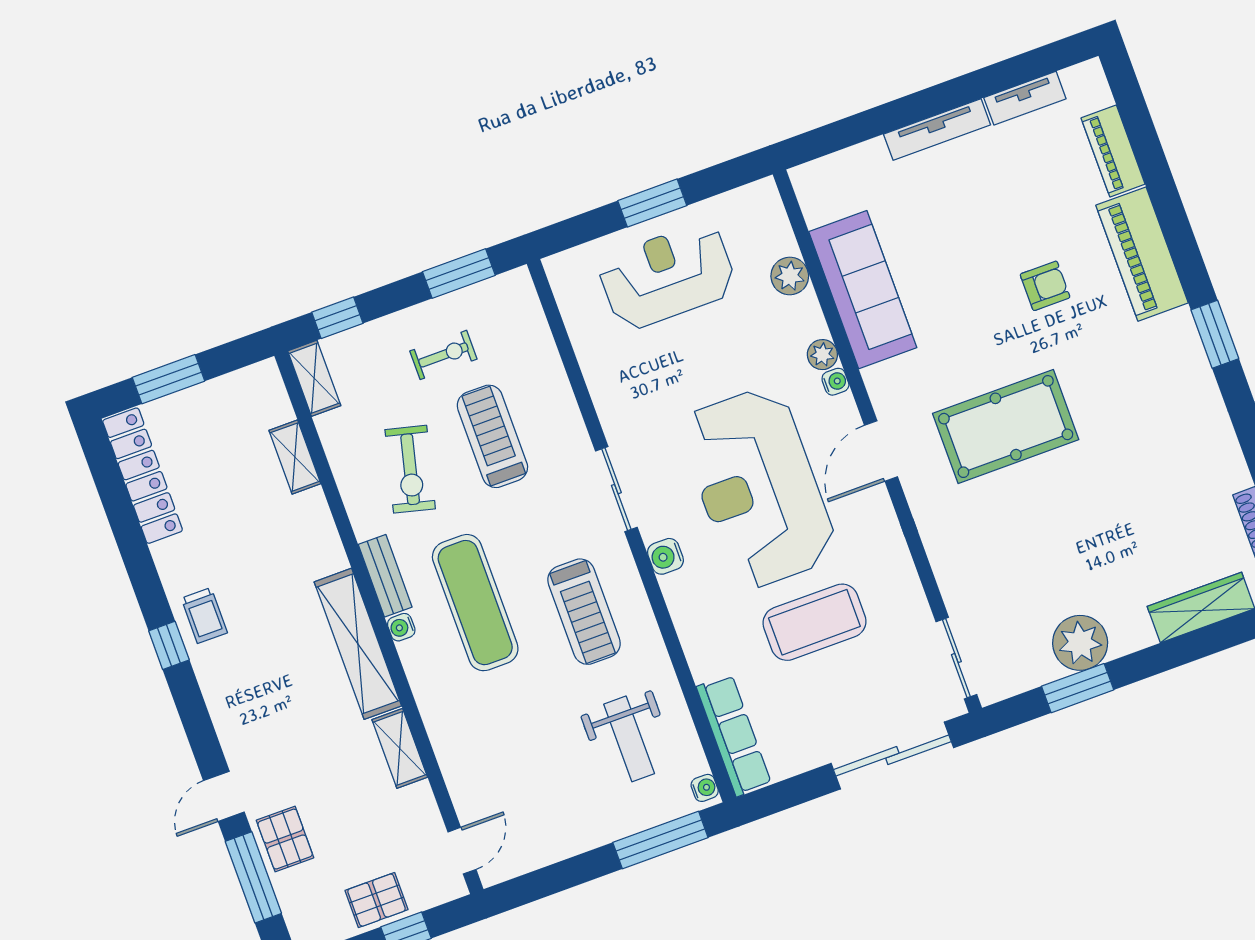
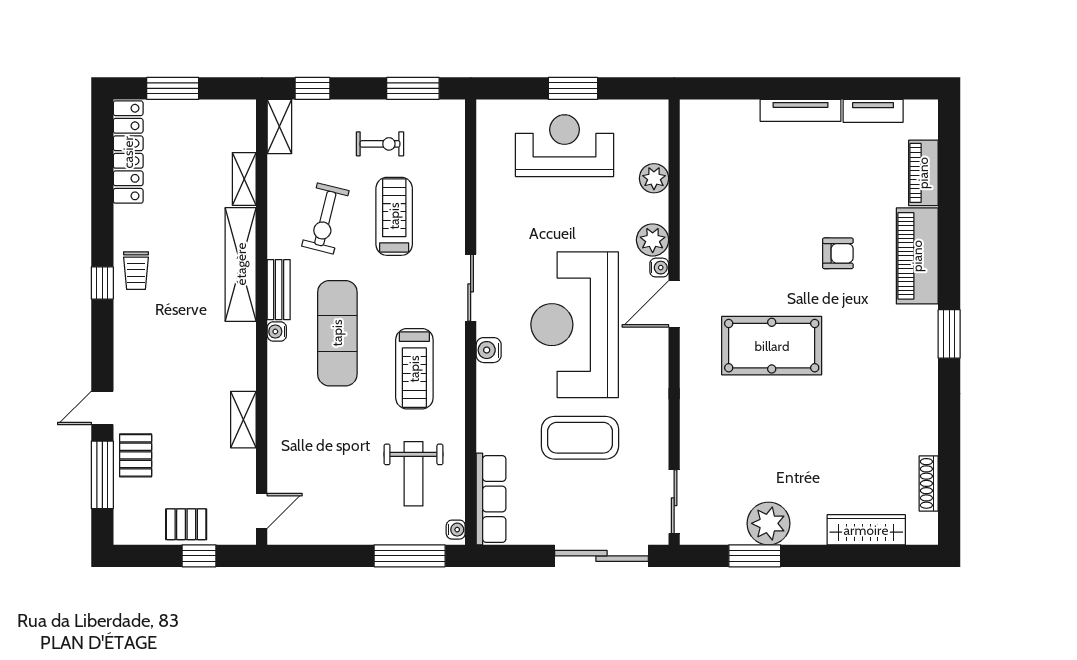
sofa: (863, 290) -> (704, 208), removed
plant: (822, 355) -> (653, 240), width x1.38, depth x1.38
door: (881, 451) -> (674, 304), moved
shelving: (358, 644) -> (241, 264), moved

